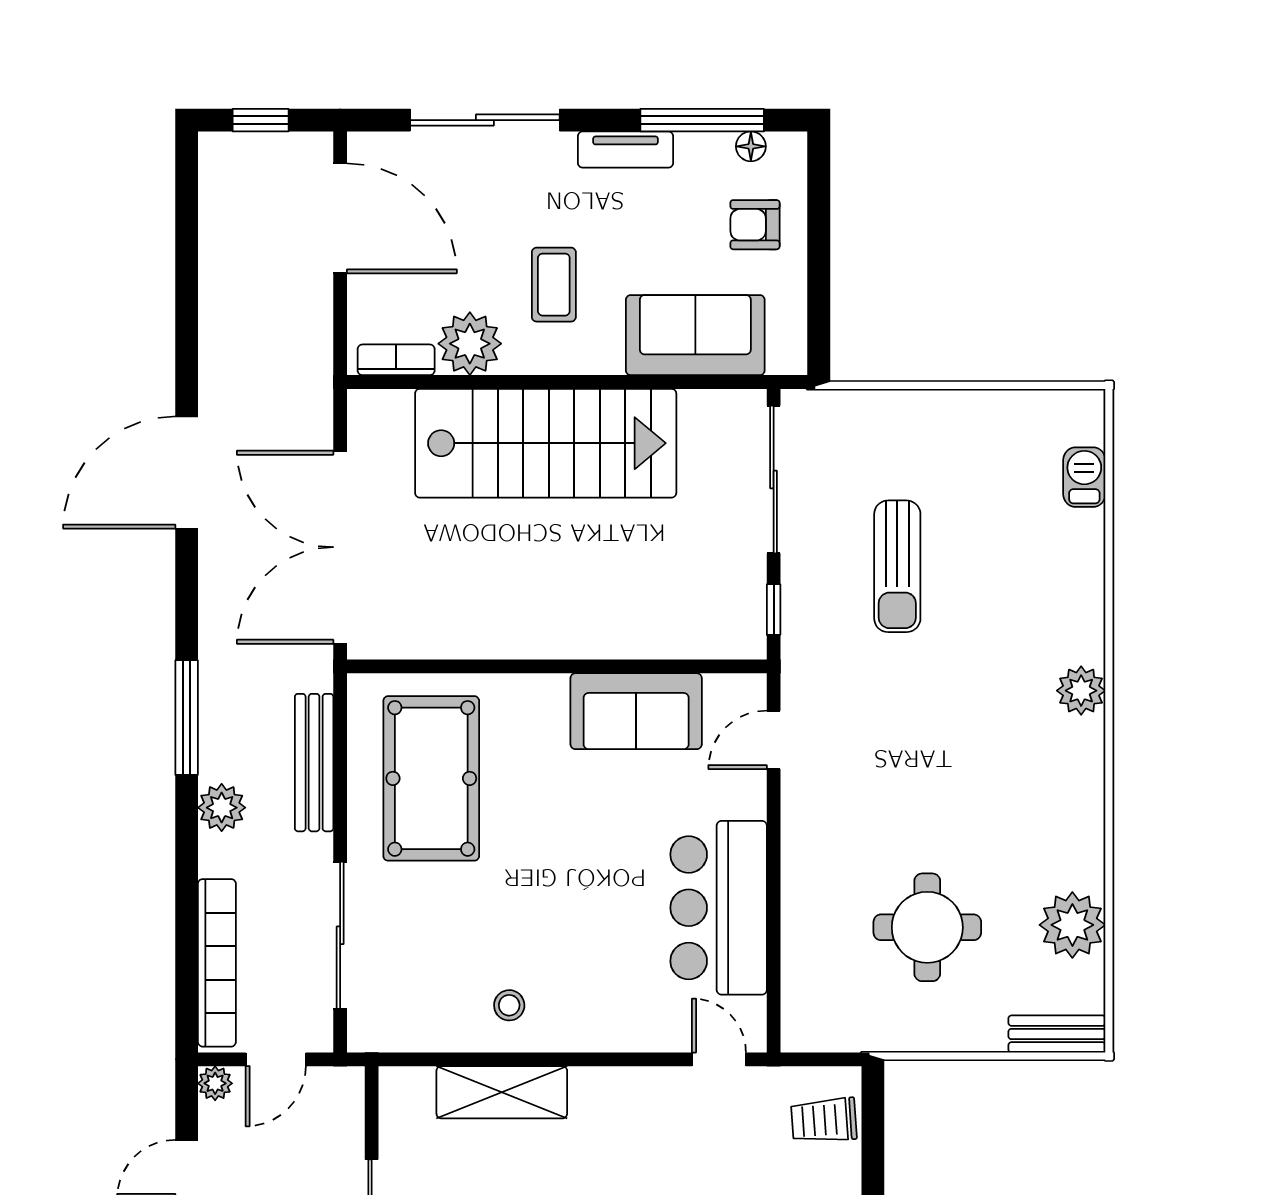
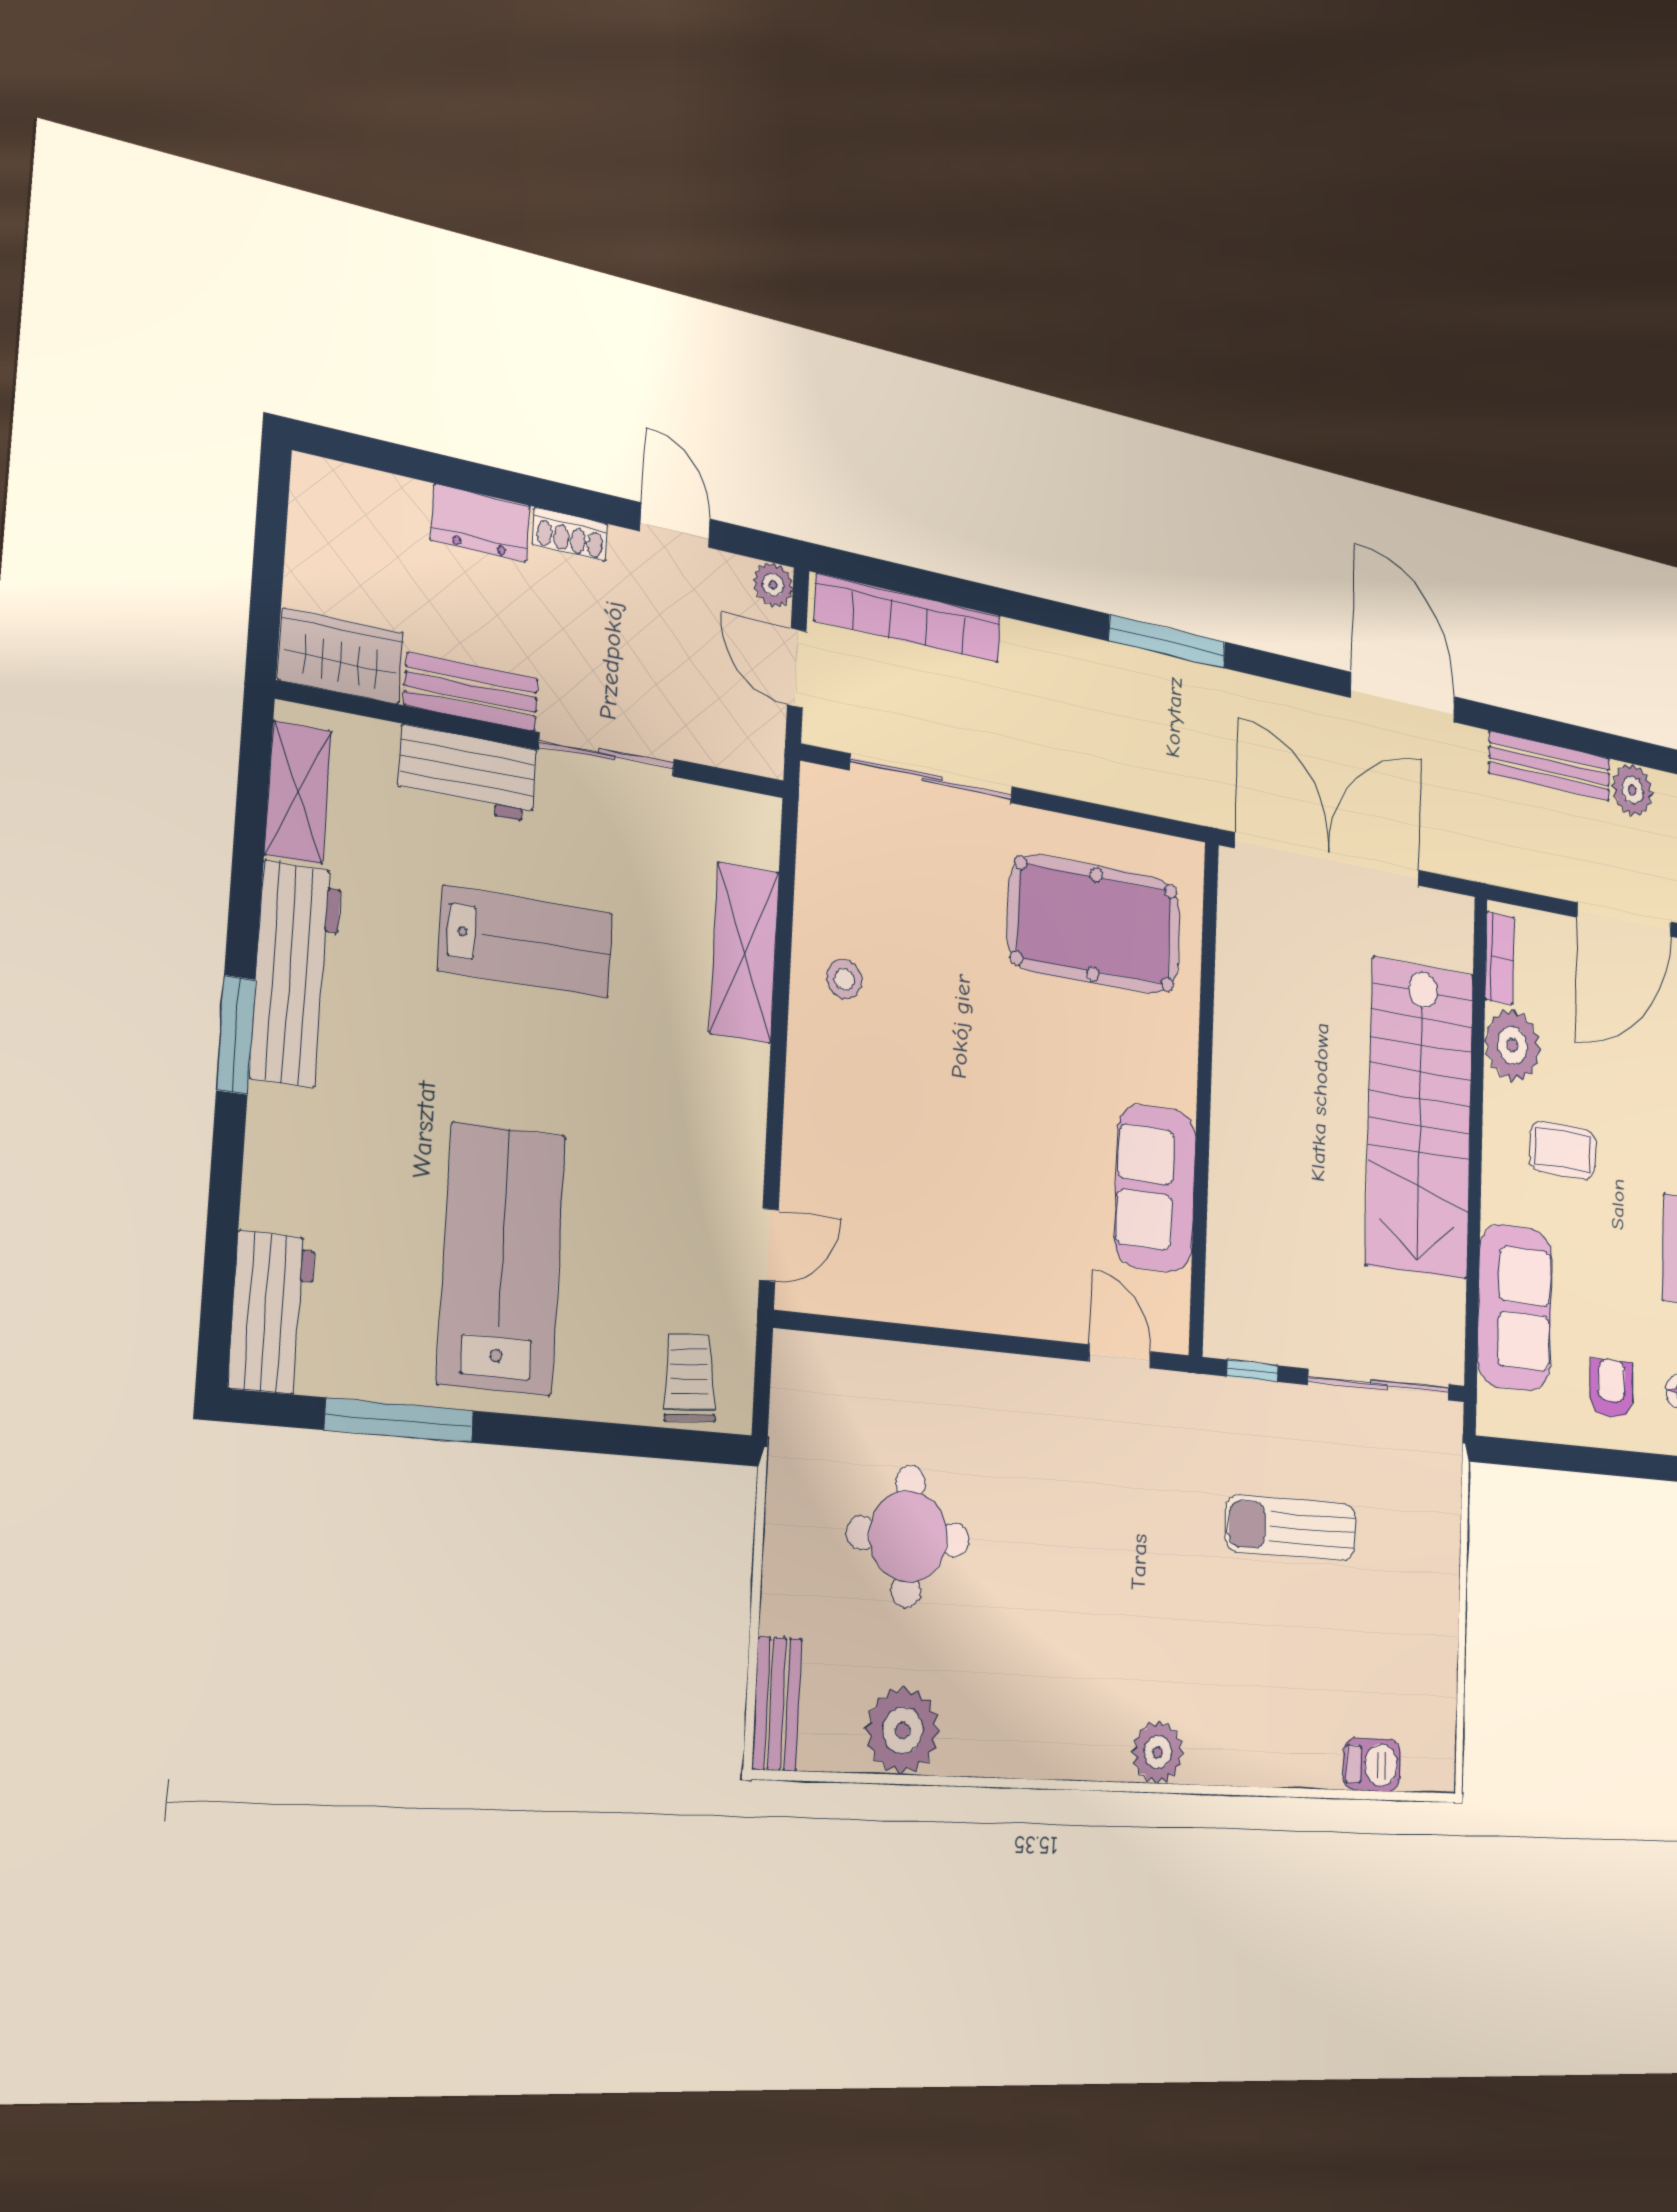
bench: (314, 763) -> (1550, 766), moved
plant: (222, 808) -> (1632, 790), moved
bar counter: (719, 908) -> (942, 1265), removed

